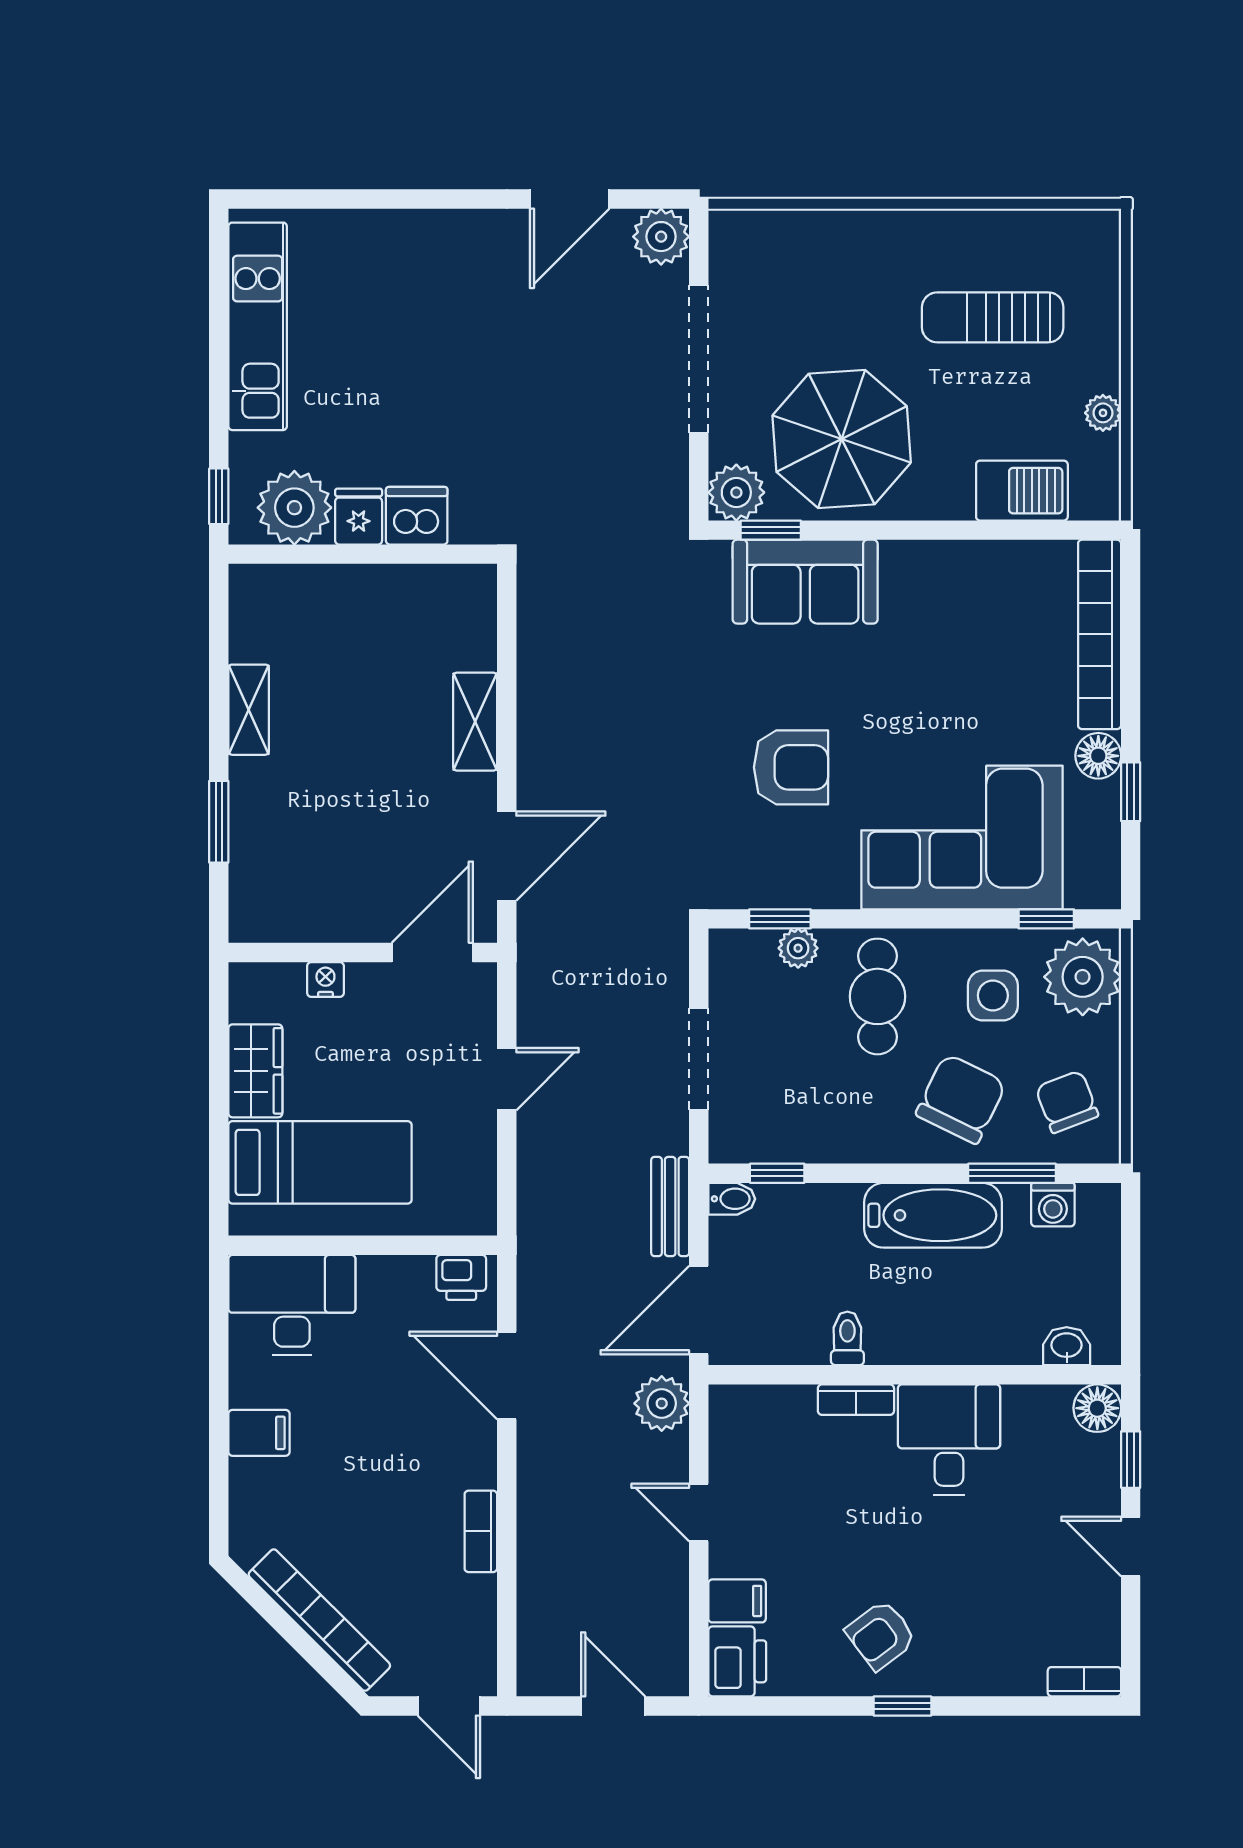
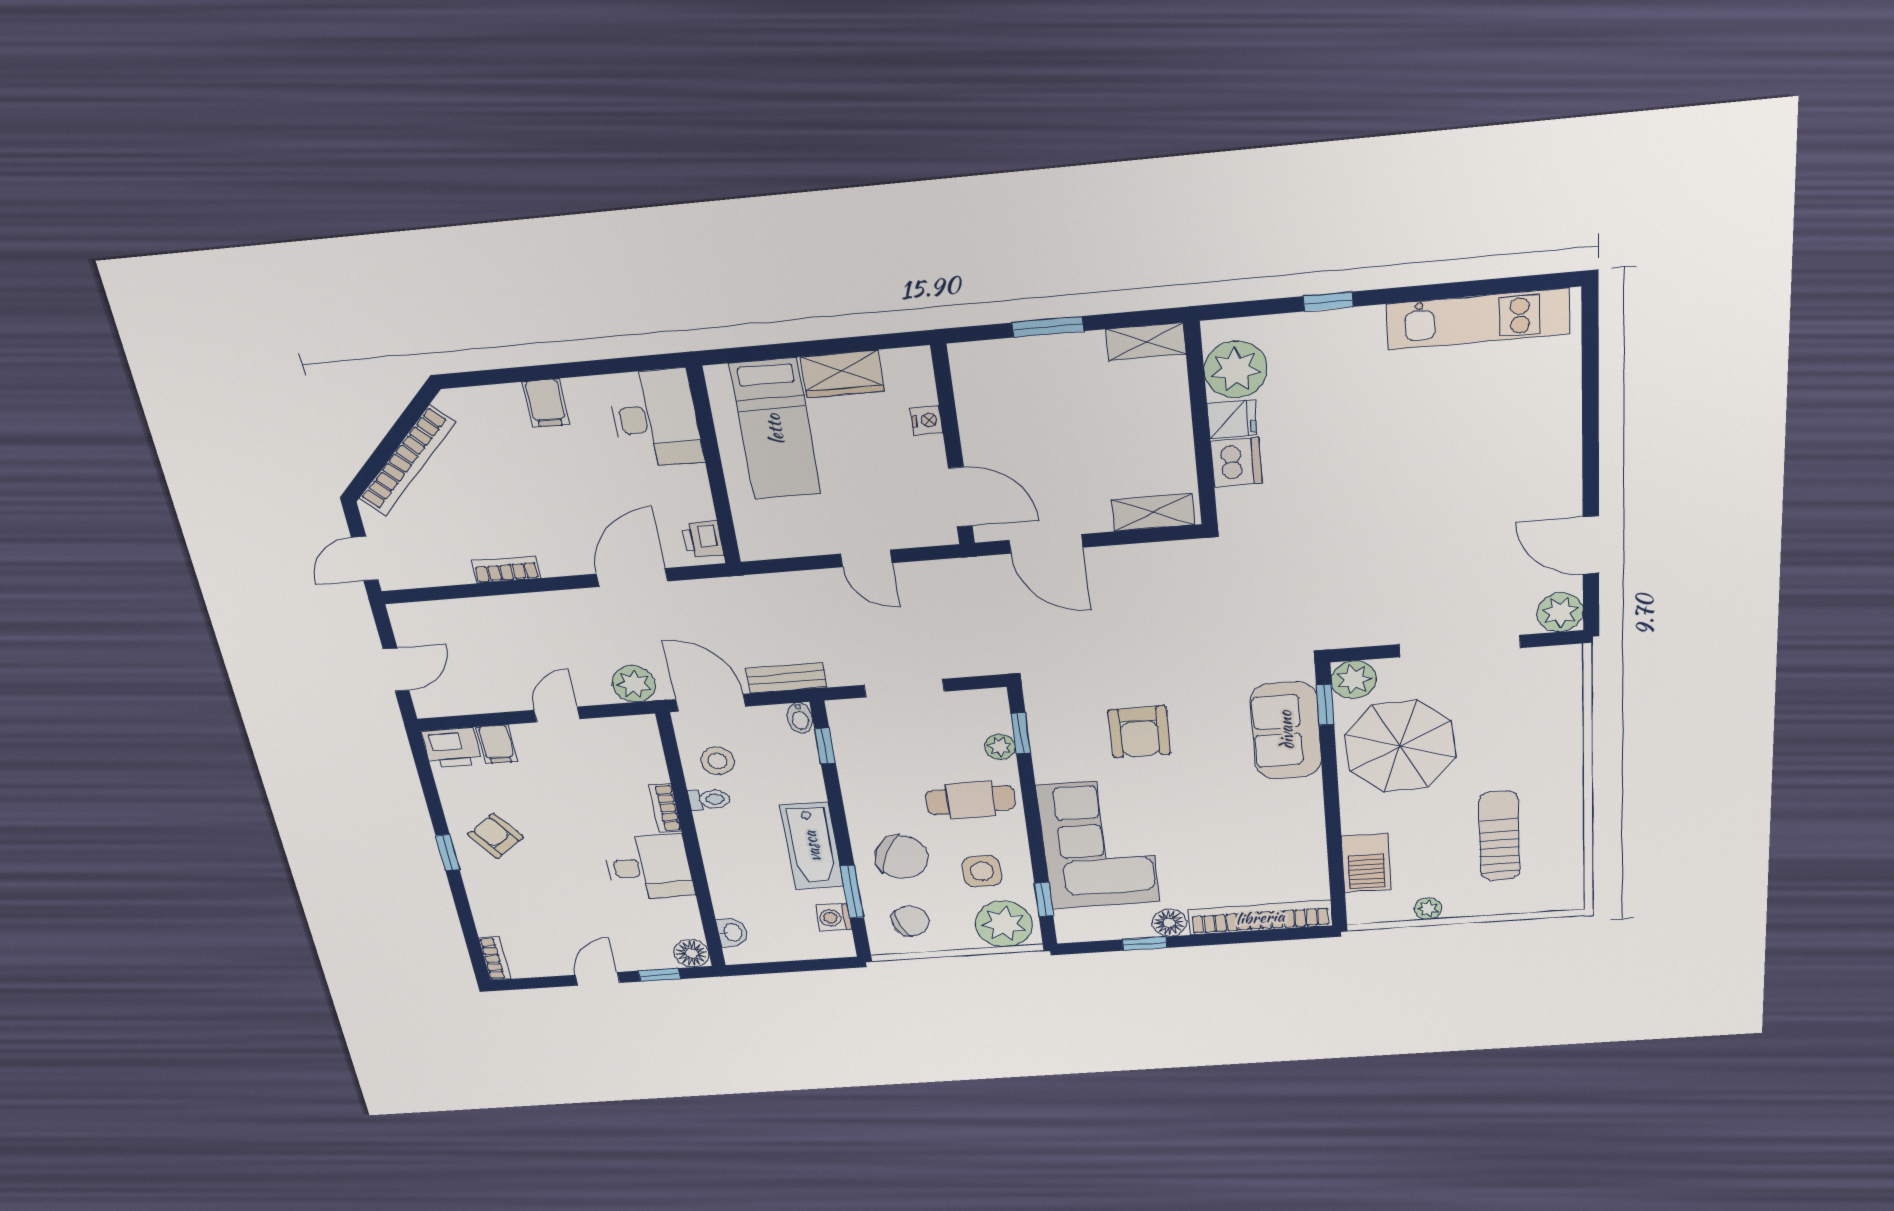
plant: (294, 508) -> (1236, 369), moved
dishwasher: (417, 516) -> (1236, 462), moved
fridge: (359, 517) -> (1232, 419), moved
wall: (363, 554) -> (1201, 425), moved
stool: (788, 1317) -> (718, 761), added

